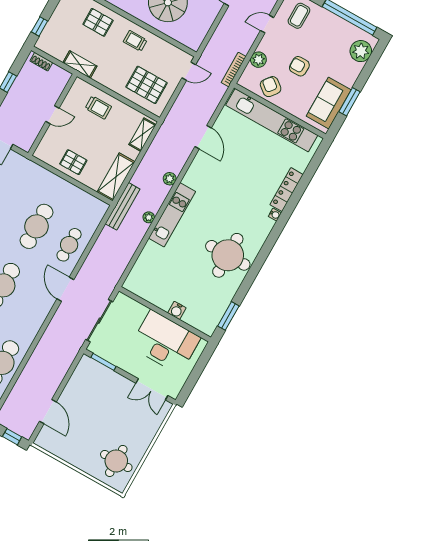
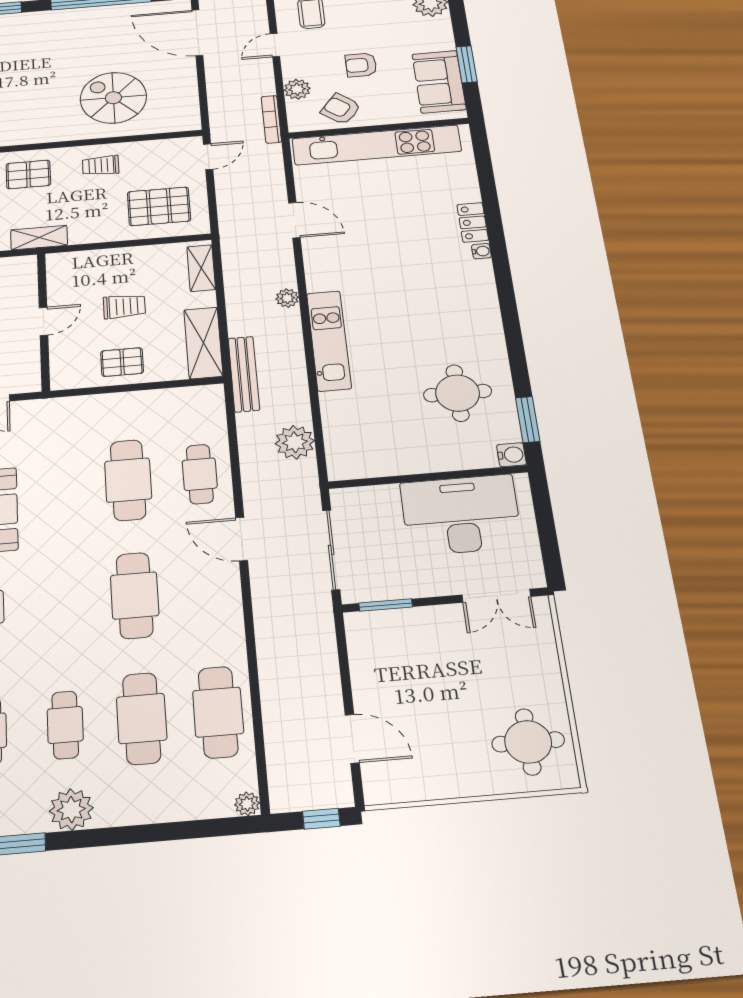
trolley: (98, 107) -> (124, 306), moved
locker: (287, 190) -> (473, 222), width x0.66
plant: (149, 217) -> (295, 442), moved, width x1.87, depth x1.87
round table: (228, 255) -> (458, 393), moved, width x0.73, depth x0.73
water cooler: (177, 310) -> (511, 455), moved, turned -90

